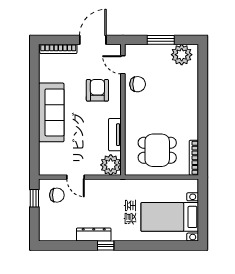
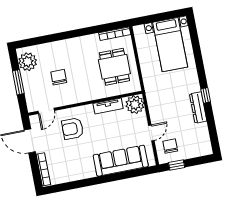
chair: (138, 84) -> (59, 77), moved
sofa: (51, 112) -> (121, 161), moved

